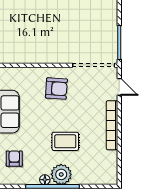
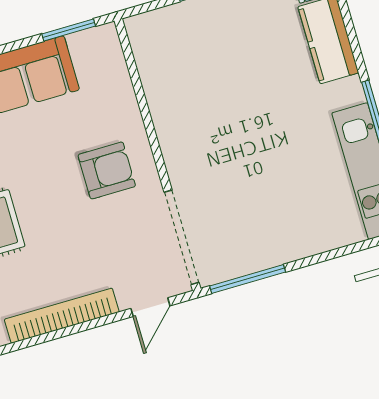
armchair: (56, 89) -> (107, 170), turned -94

